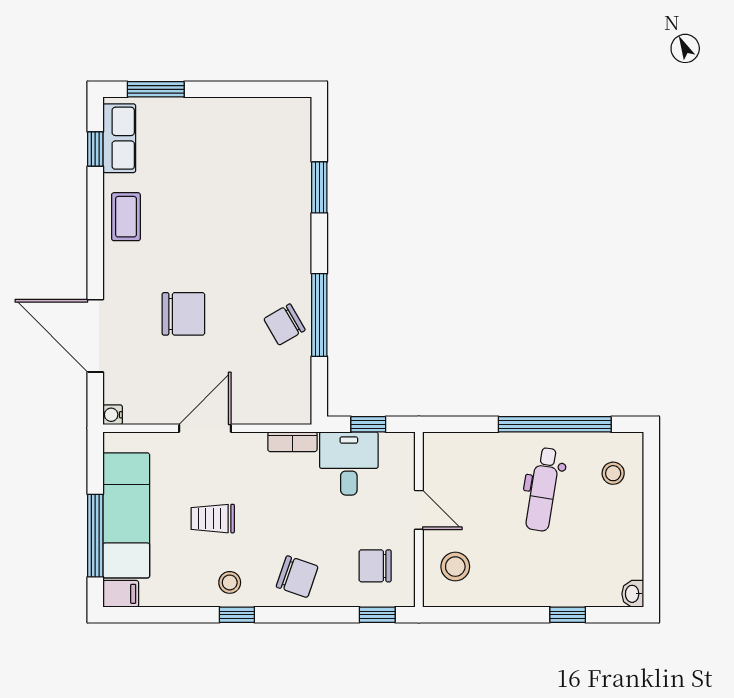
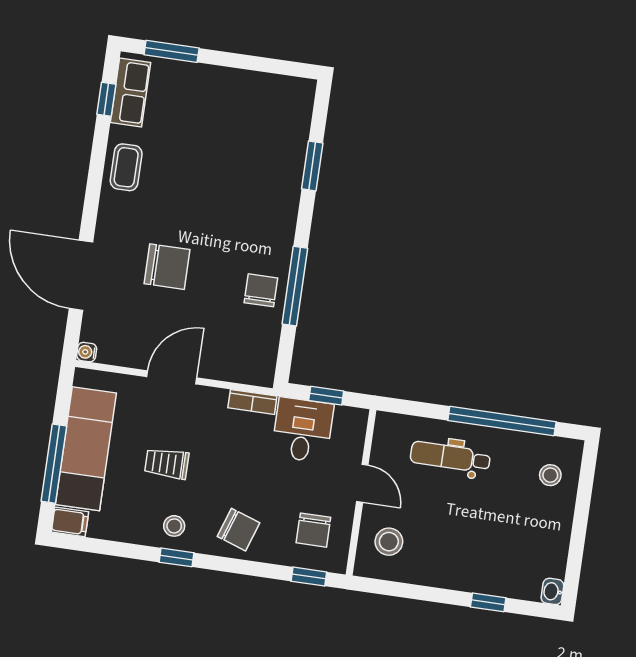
chair: (285, 324) -> (261, 290), turned 120
dental chair: (543, 489) -> (450, 457), moved, turned 81
chair: (375, 566) -> (313, 530), turned -90

